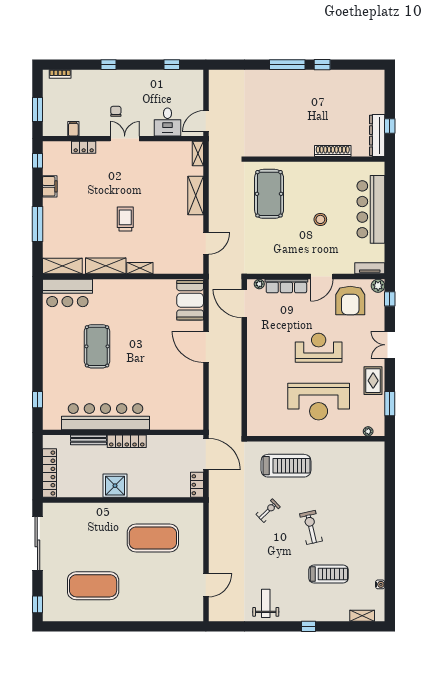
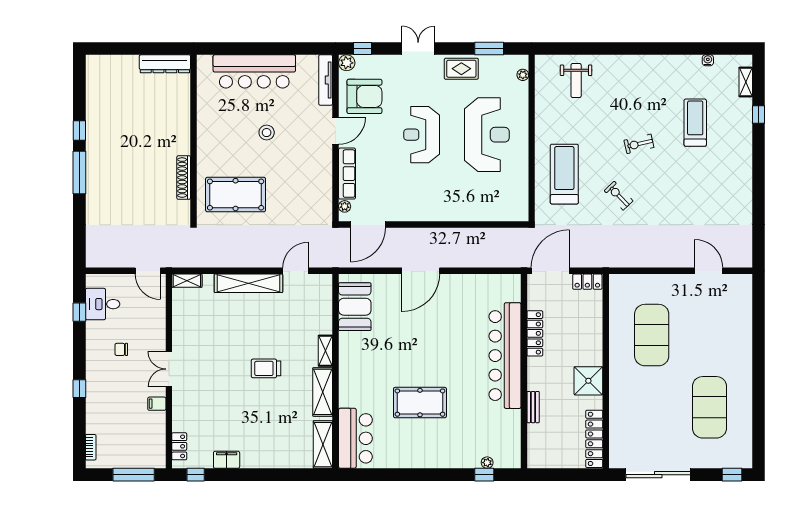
window: (37, 110) -> (134, 475), width x1.44
chair: (116, 111) -> (121, 349), moved
desk: (168, 122) -> (103, 304), moved, turned 180
window: (390, 126) -> (153, 49), removed
filing cabinet: (73, 129) -> (157, 404), moved
locker: (84, 147) -> (179, 446), moved
shoe rack: (333, 151) -> (184, 178), moved
shelving: (196, 195) -> (248, 283), width x1.47
window: (37, 224) -> (272, 475), removed
door: (206, 244) -> (296, 271), hinge flipped
tv unit: (370, 268) -> (326, 80), width x1.41
door: (322, 277) -> (336, 131), hinge flipped
booth: (190, 300) -> (355, 307), moved, turned 90
double door: (390, 345) -> (418, 49), swing flipped
plant: (47, 402) -> (487, 463), added
bar counter: (105, 417) -> (505, 356), moved
bench: (89, 440) -> (533, 407), width x0.73
locker: (127, 441) -> (535, 333), moved
locker: (49, 473) -> (594, 439), moved, turned -90
exercise bike: (311, 527) -> (639, 144), width x0.73, depth x0.72
weight bench: (266, 603) -> (576, 81), moved, turned -90
window: (309, 626) -> (759, 114), moved

